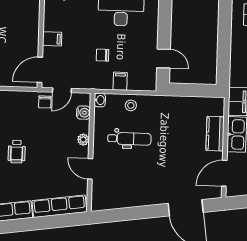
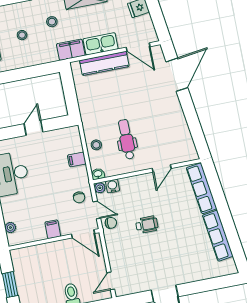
chair: (102, 55) -> (79, 197), moved
door: (164, 58) -> (34, 128), moved
kitchen counter: (215, 134) -> (104, 63), width x1.50
plant: (83, 140) -> (100, 188), moved
wheelchair: (17, 152) -> (147, 225), moved

